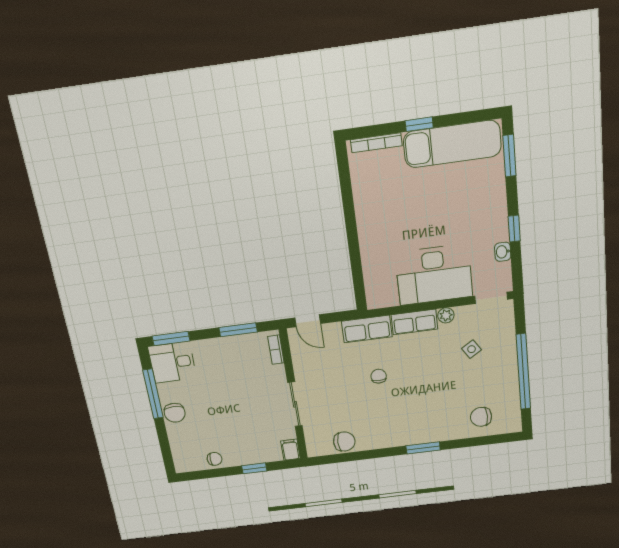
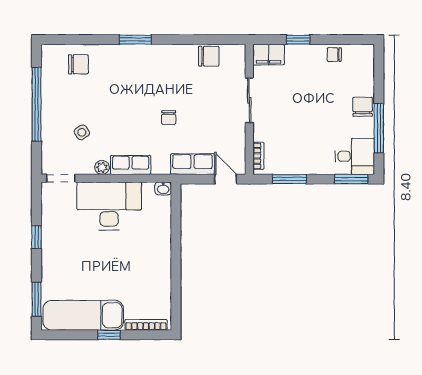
washbasin: (503, 252) -> (163, 188), moved, turned 90
row of seats: (367, 329) -> (193, 164), moved
chair: (344, 442) -> (209, 56), turned 180
filing cabinet: (290, 450) -> (269, 55), width x2.00

